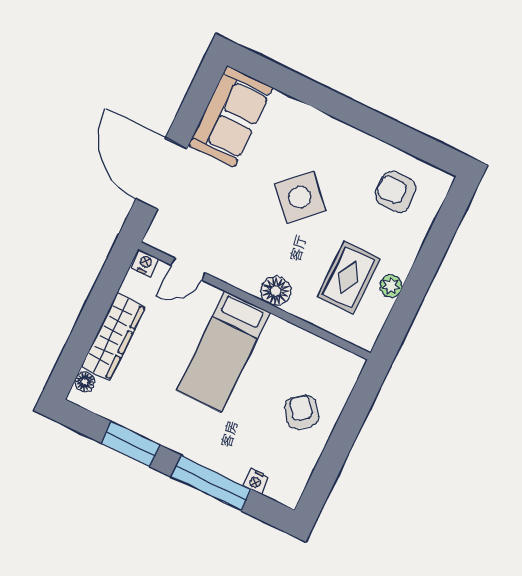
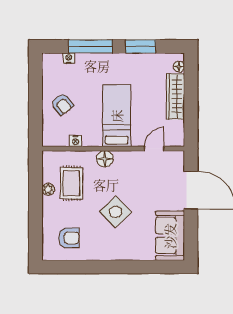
nightstand: (145, 263) -> (76, 141), moved

